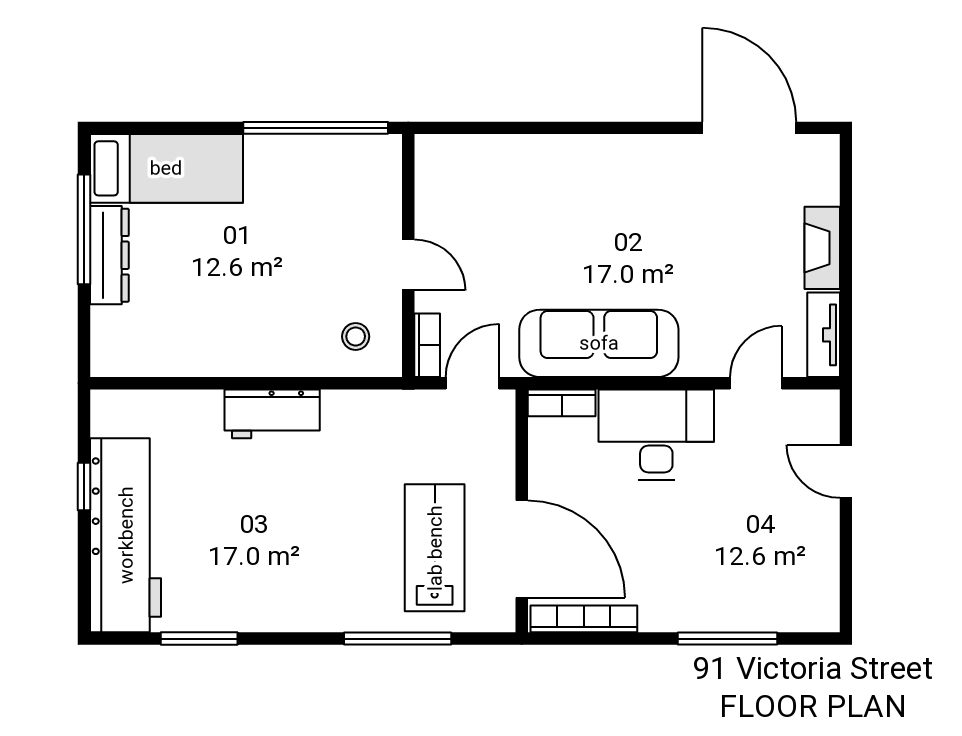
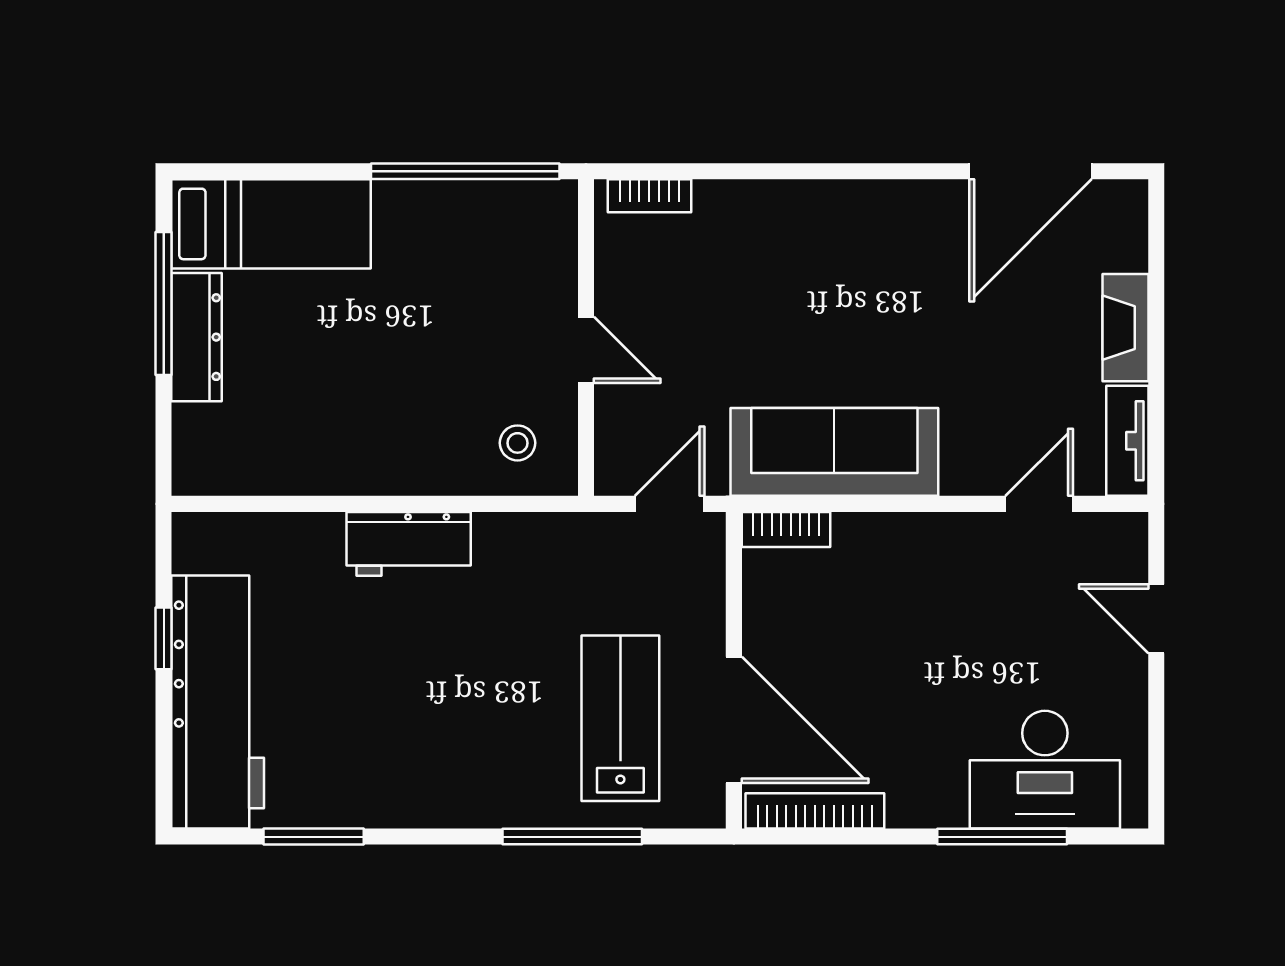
door: (749, 128) -> (1030, 171), swing flipped
bookcase: (427, 345) -> (649, 196), moved, turned 90
desk: (656, 435) -> (1045, 770), moved, turned 180

